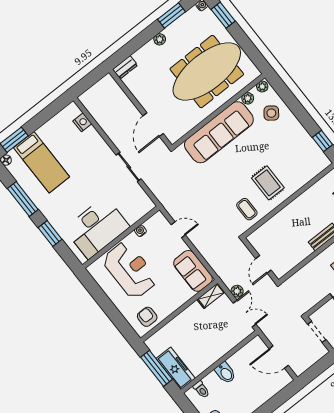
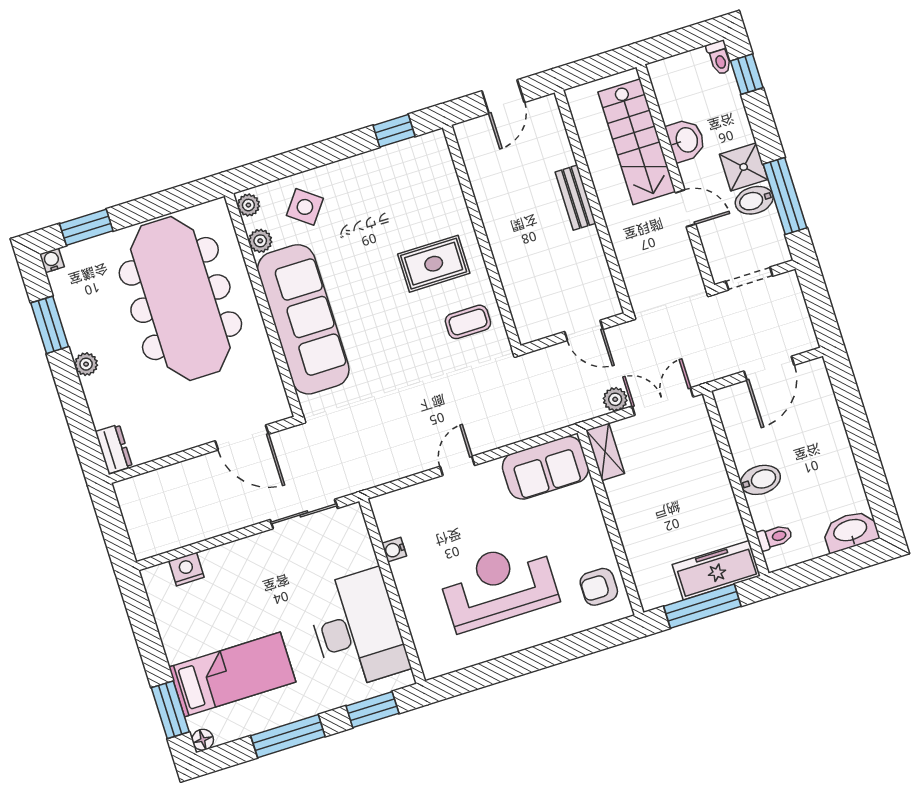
desk: (97, 228) -> (357, 629), moved
water cooler: (140, 231) -> (394, 550), moved
wall: (121, 237) -> (392, 591), moved

